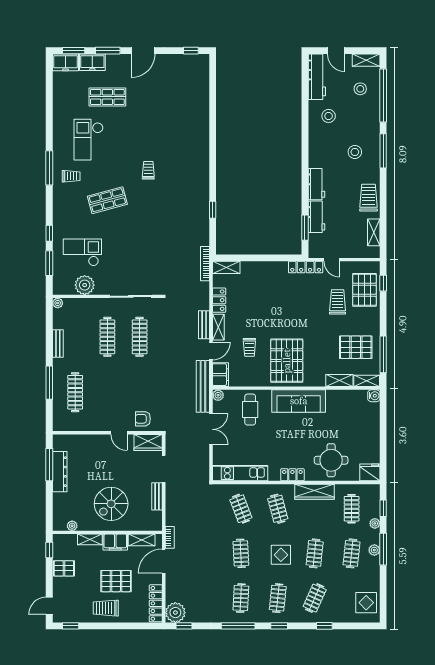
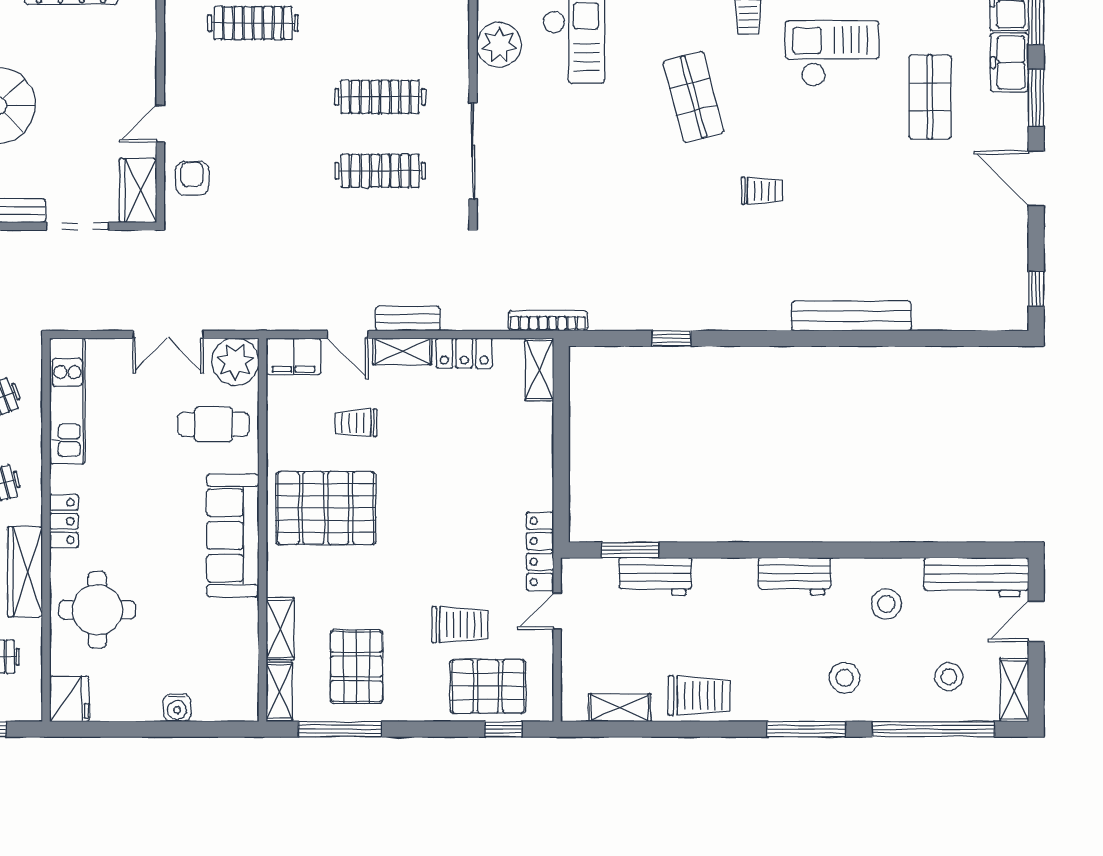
stool: (355, 152) -> (845, 678), moved
workbench: (316, 184) -> (794, 576), moved
bench: (203, 386) -> (851, 316), moved
plant: (218, 395) -> (235, 362), width x1.88, depth x1.88
water cooler: (374, 396) -> (177, 708), moved

